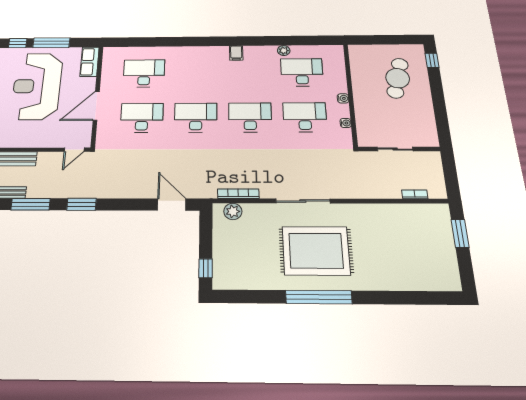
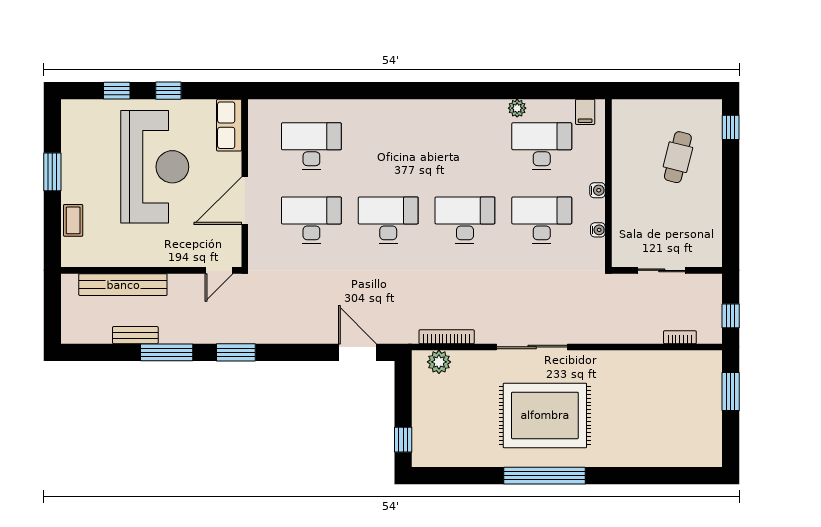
window: (51, 43) -> (168, 91), width x0.46
filing cabinet: (236, 53) -> (585, 112), moved
cafe table: (398, 78) -> (678, 157), width x0.73, depth x0.74
reception desk: (37, 86) -> (155, 167), turned 180
window: (451, 180) -> (731, 316), added

